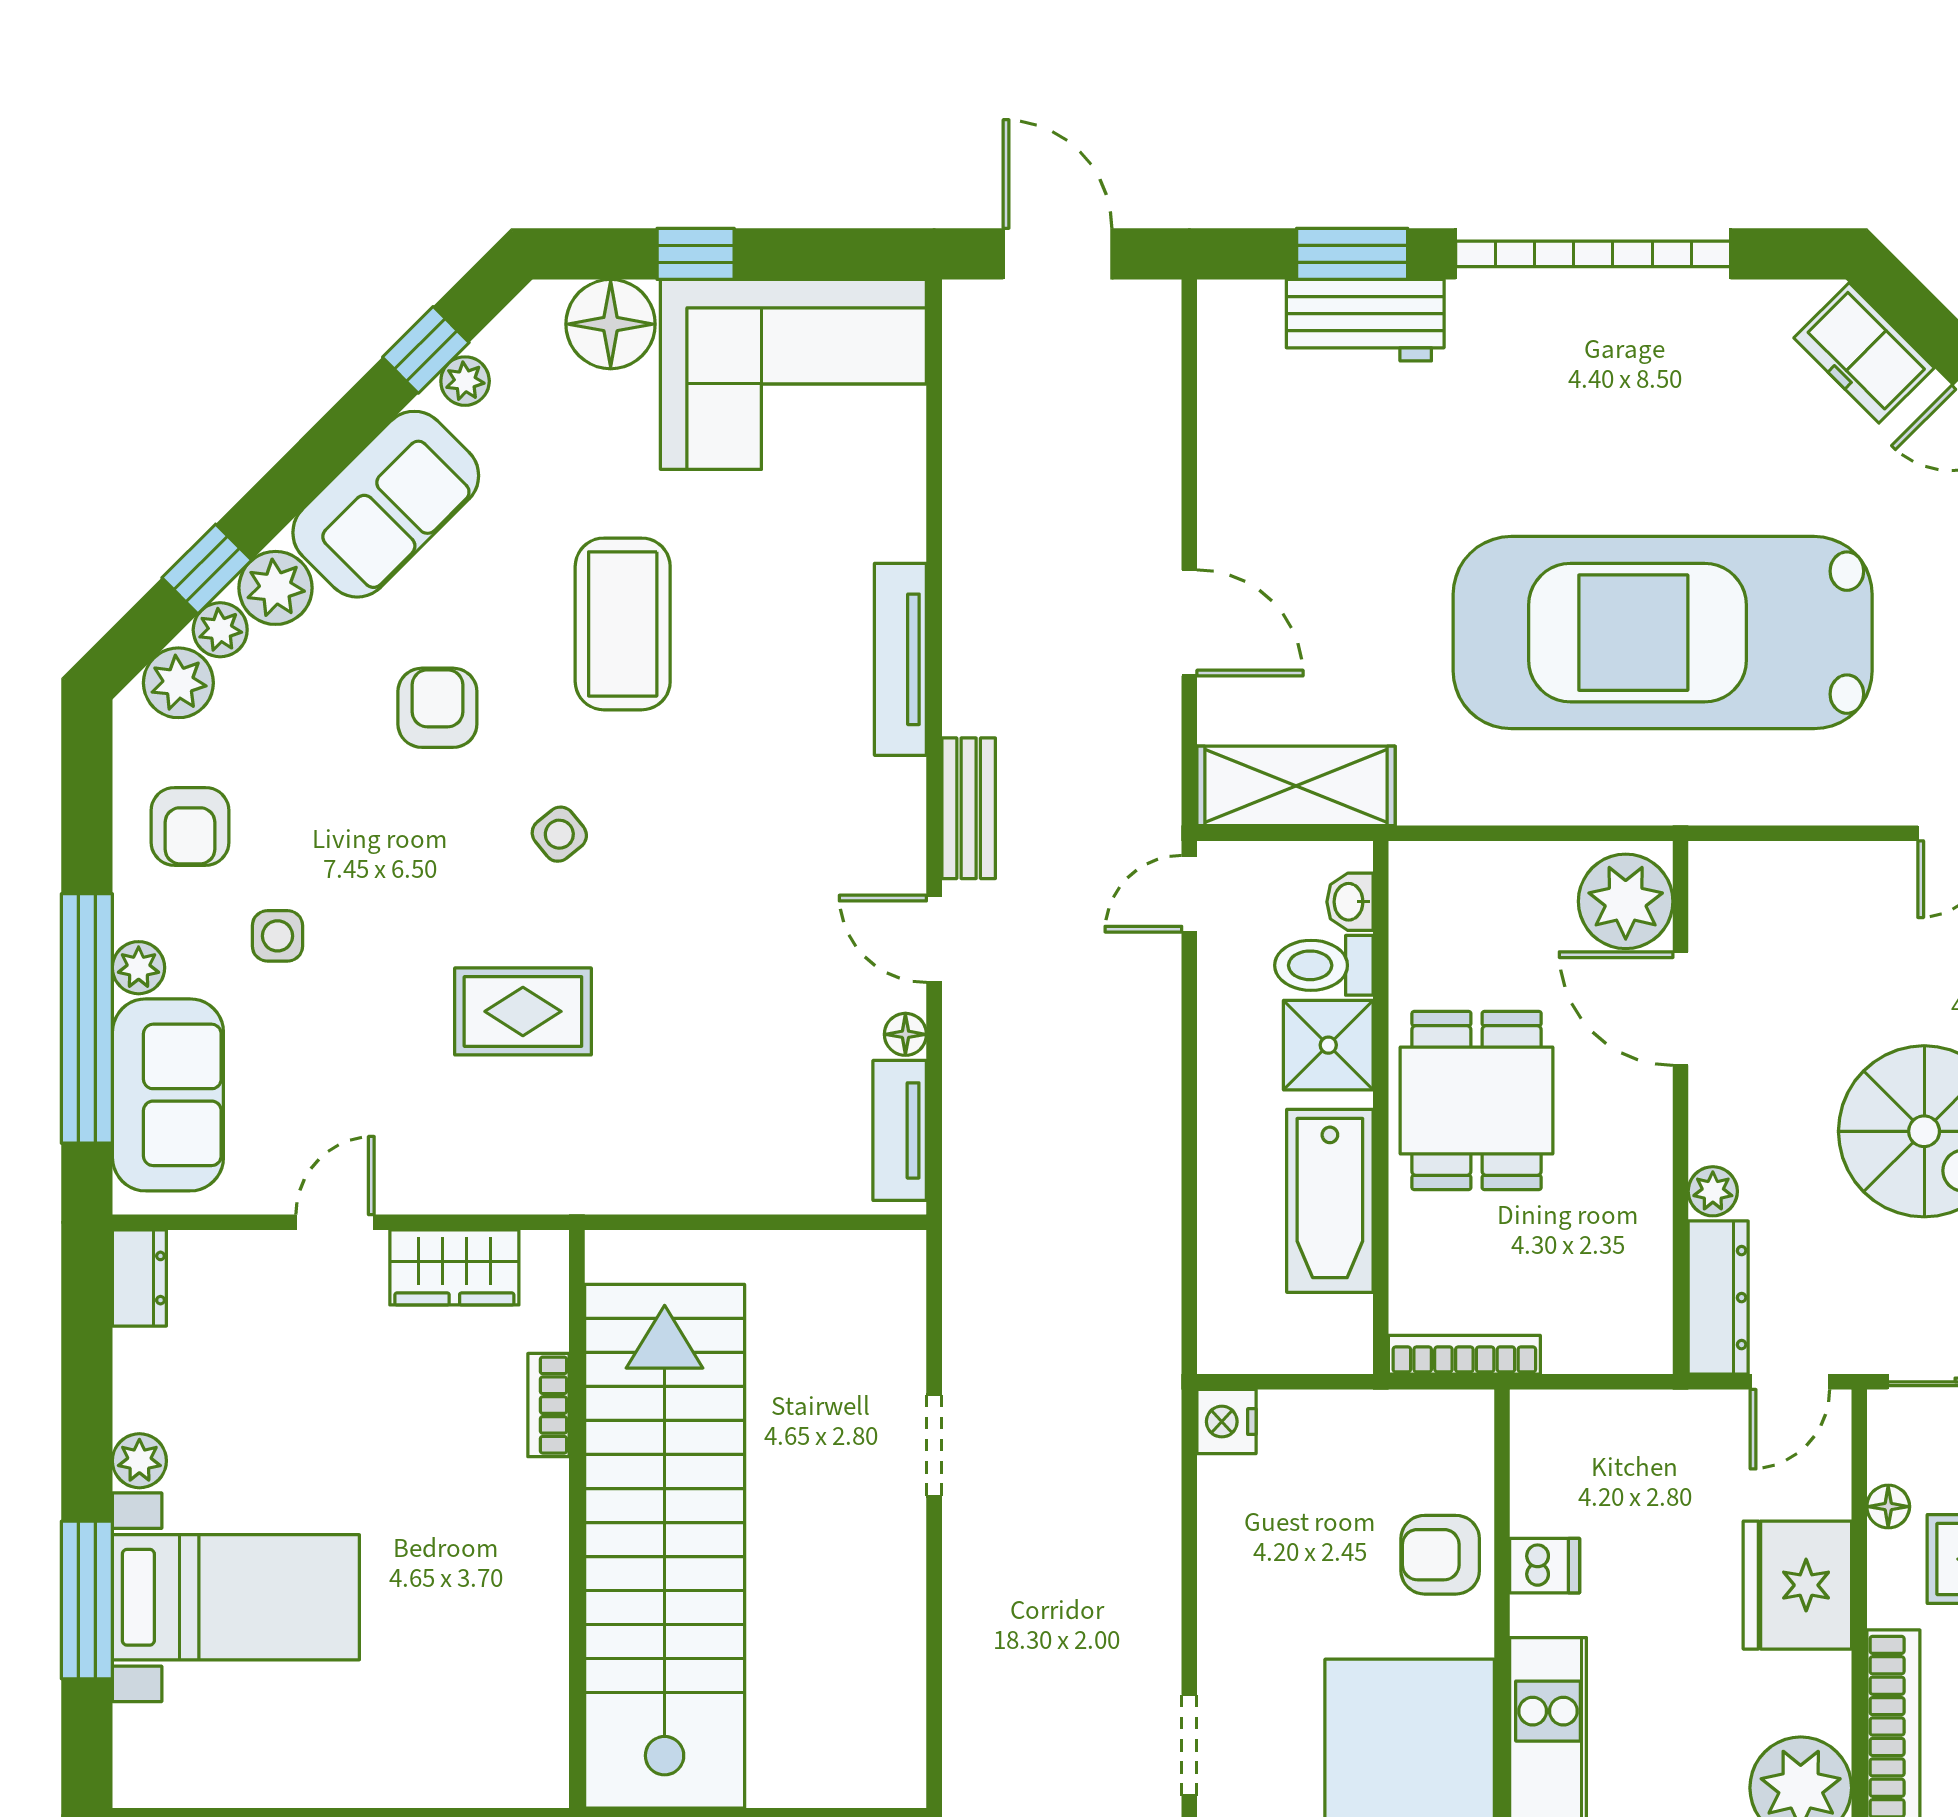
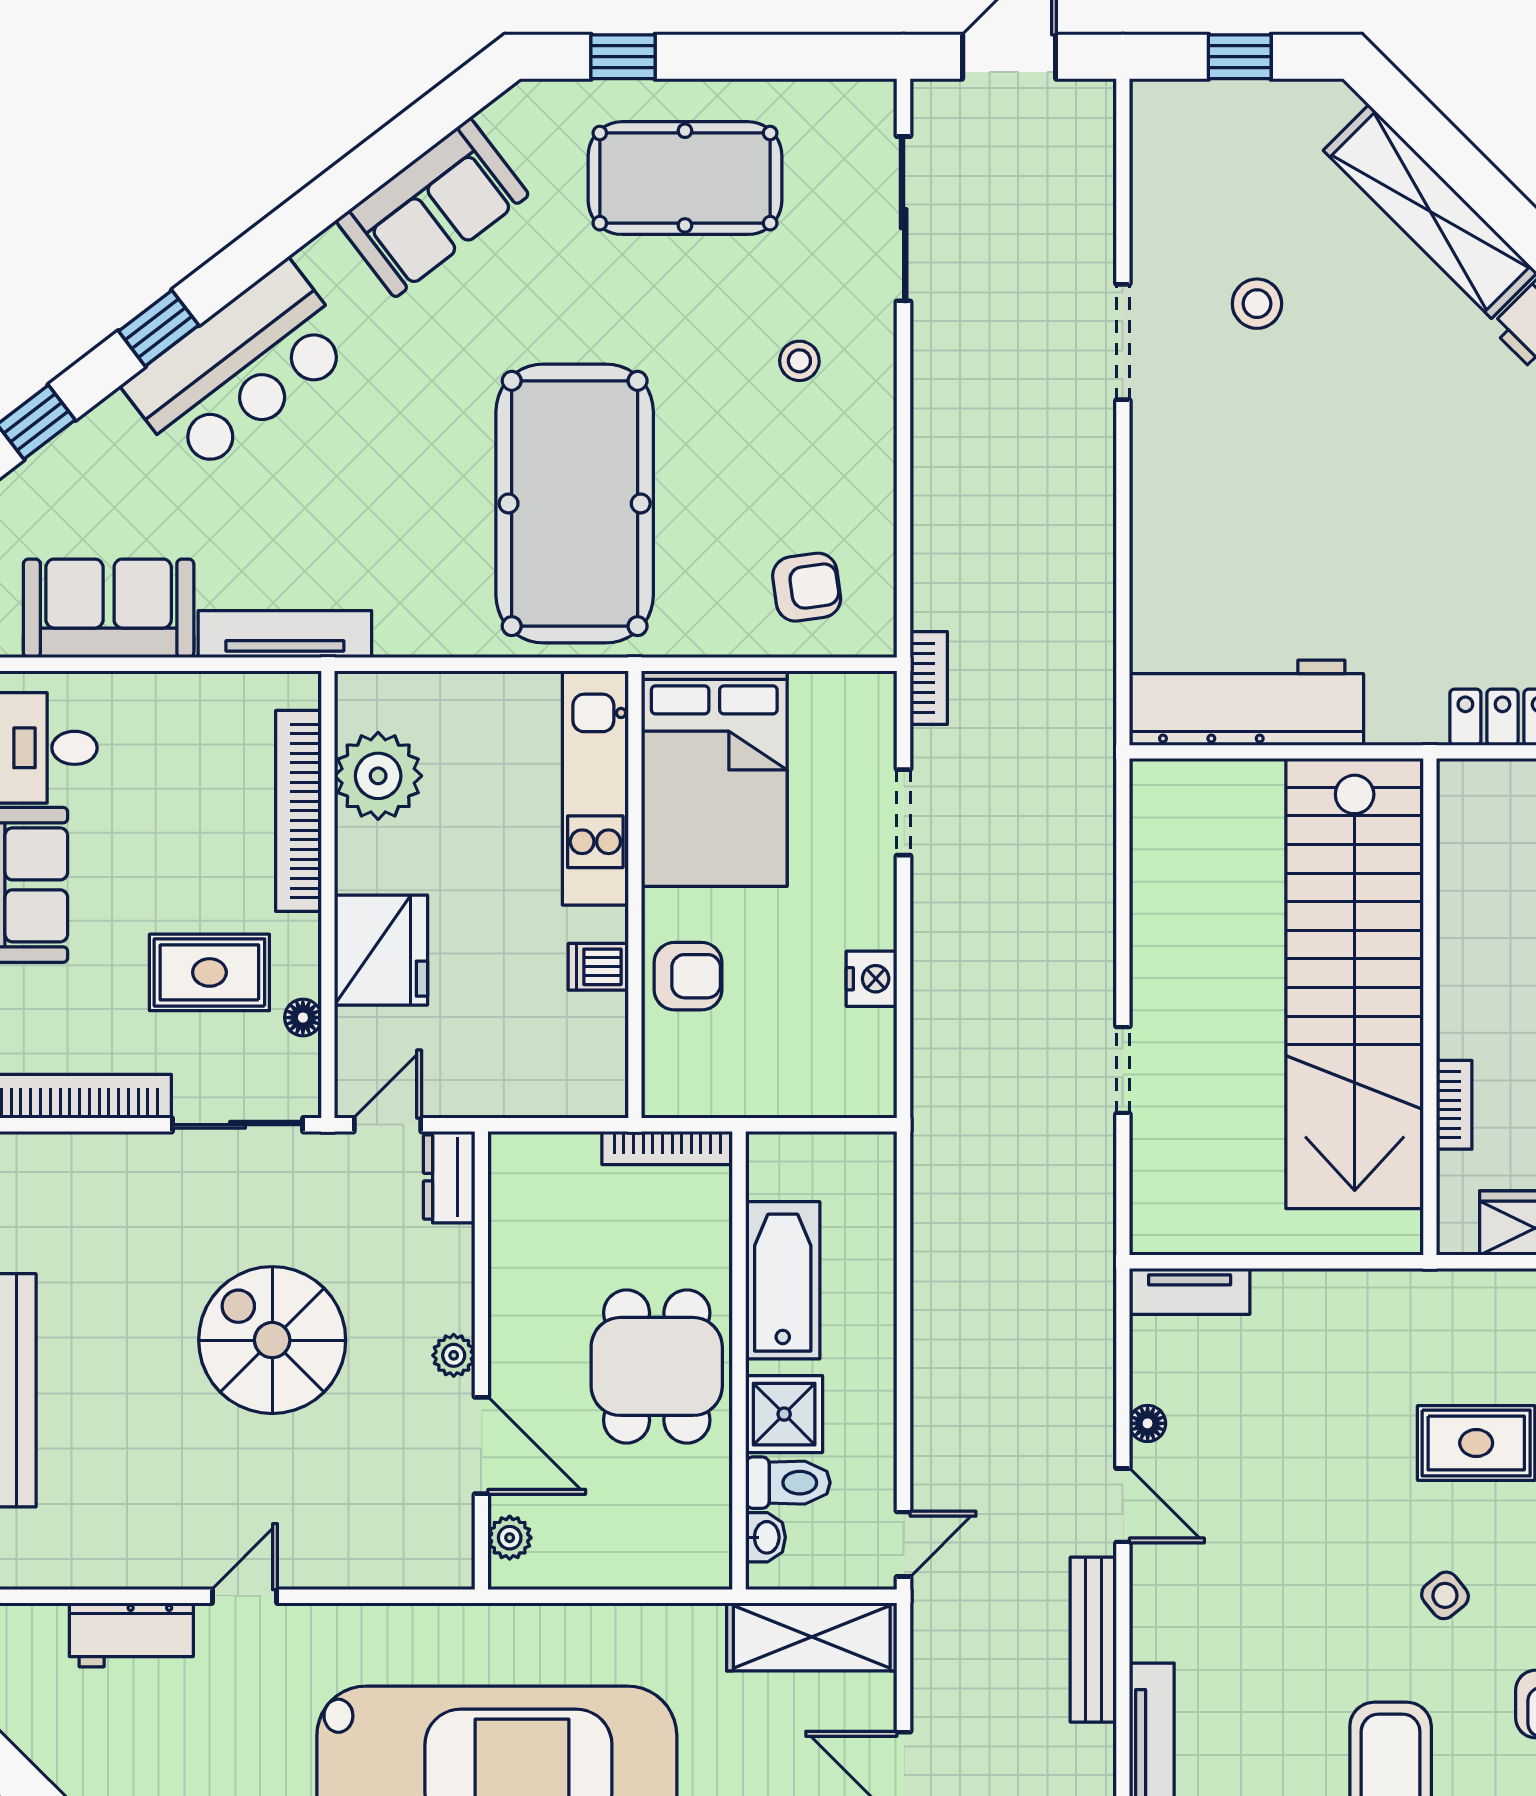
bench: (969, 808) -> (1093, 1640), width x1.36
plant: (1626, 901) -> (510, 1538), width x0.53, depth x0.53
tv unit: (900, 1130) -> (1190, 1291), moved, turned 90
plant: (1713, 1191) -> (454, 1355), moved
dresser: (1718, 1298) -> (449, 1177), width x0.70
nightstand: (1226, 1422) -> (872, 979), moved

